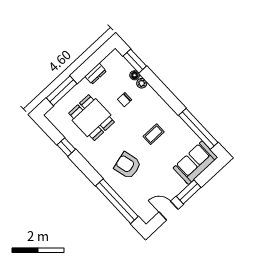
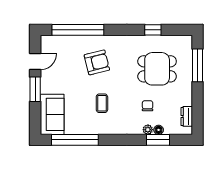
window: (135, 61) -> (158, 140), moved
dresser: (96, 74) -> (187, 116), moved

